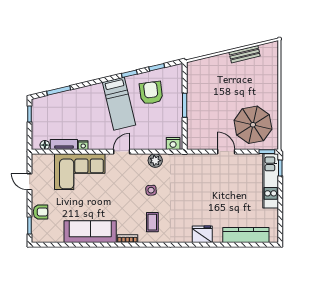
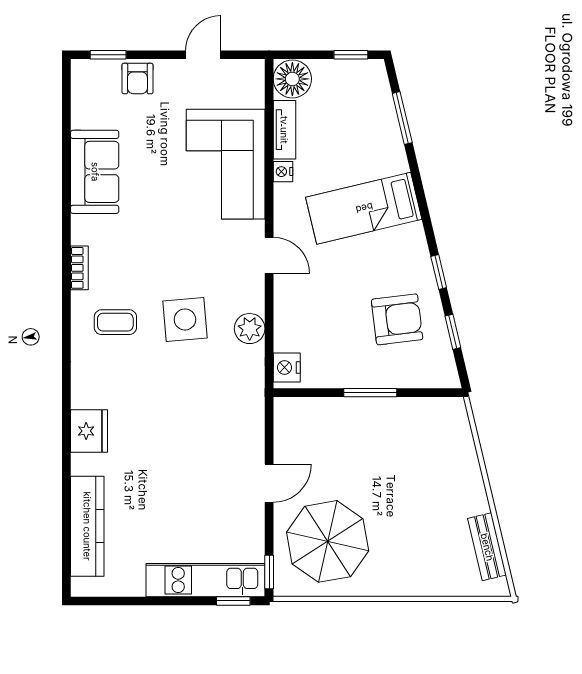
bench: (245, 54) -> (487, 547), moved
bed: (119, 104) -> (364, 208), moved
floor lamp: (45, 145) -> (292, 79), width x1.89, depth x1.89
side table: (151, 190) -> (185, 319), width x1.87, depth x1.87
sofa: (90, 232) -> (95, 172), width x0.73

